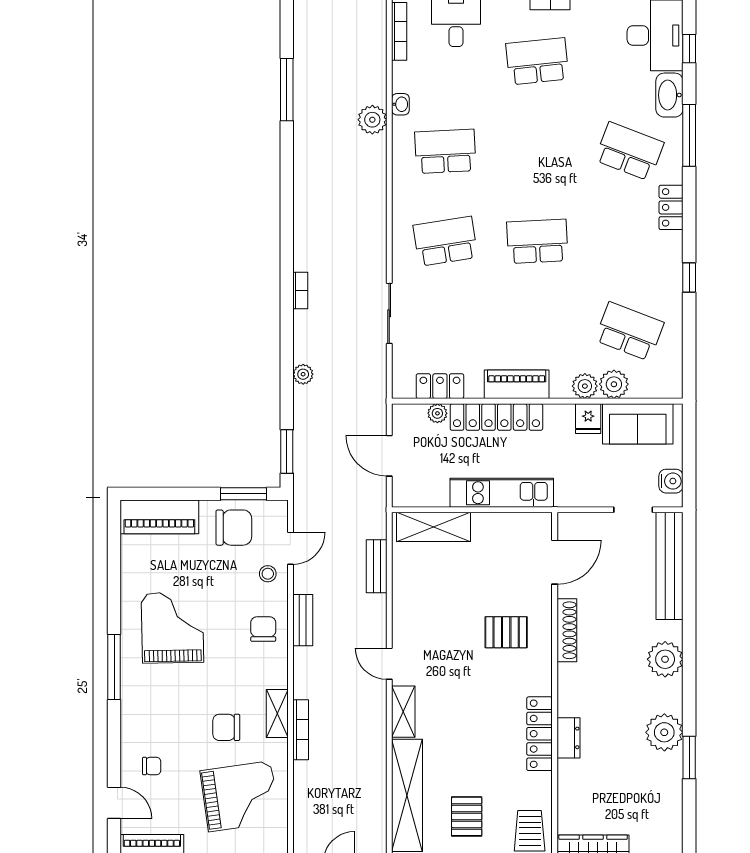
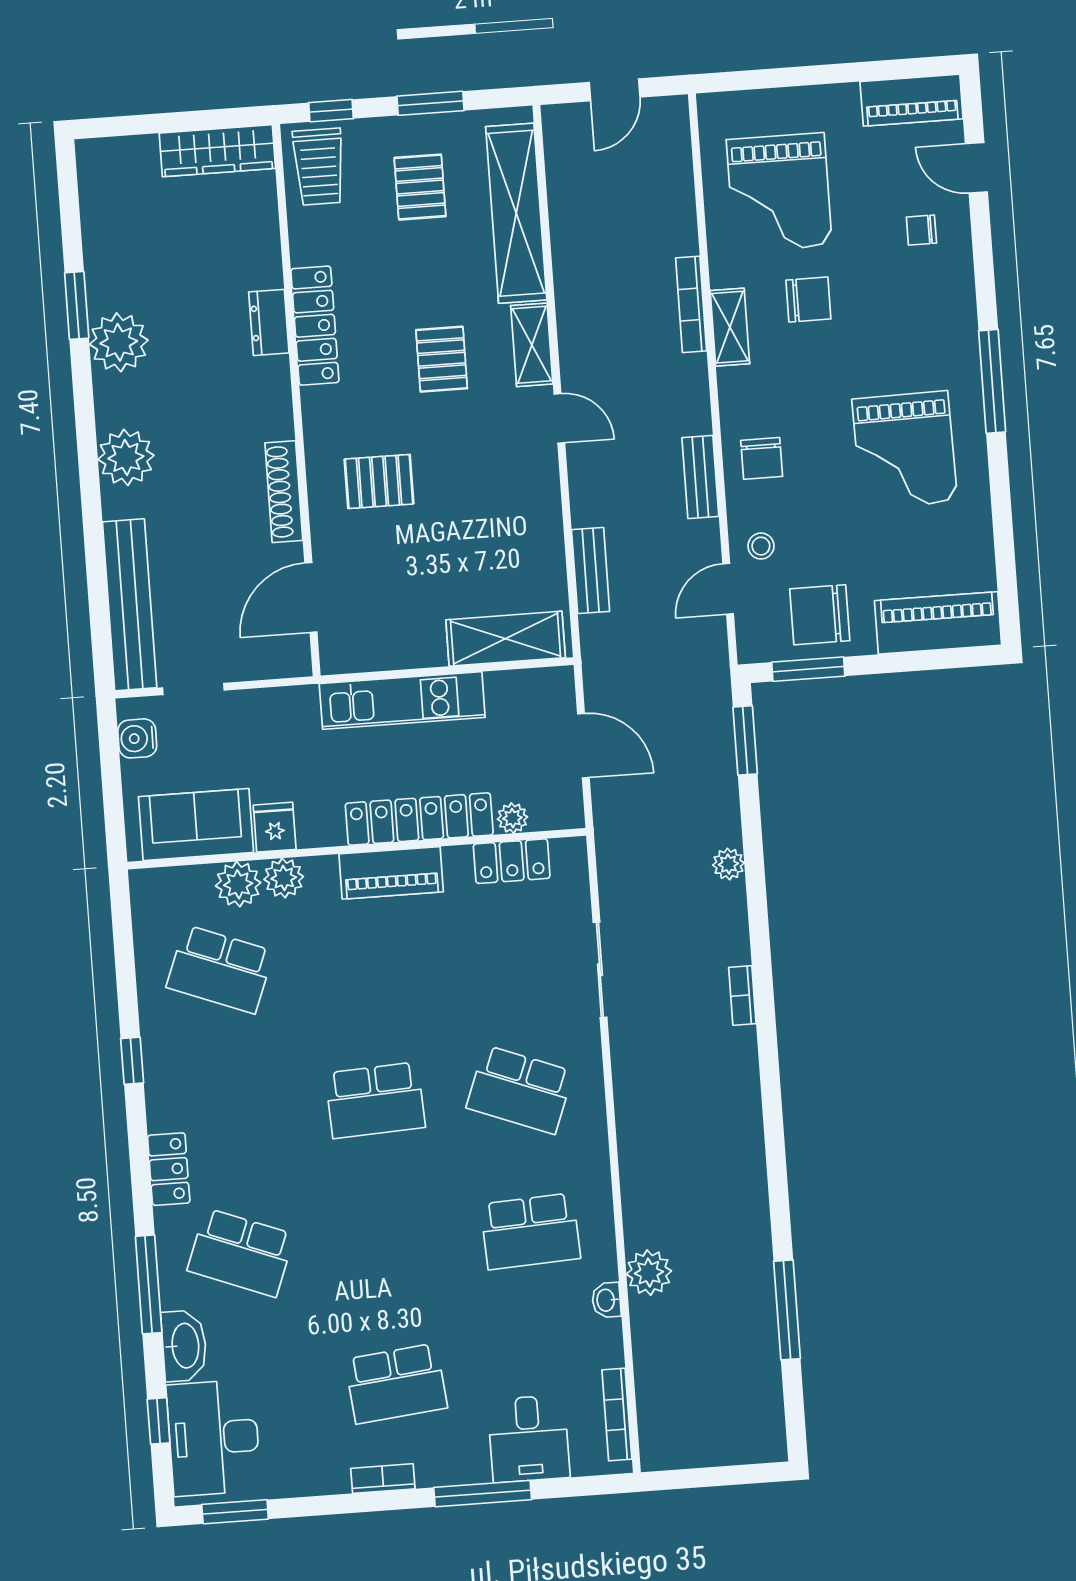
school desk: (445, 241) -> (520, 1090), turned 30
pallet: (461, 707) -> (442, 359), added
grand piano: (240, 796) -> (779, 193), turned -82

